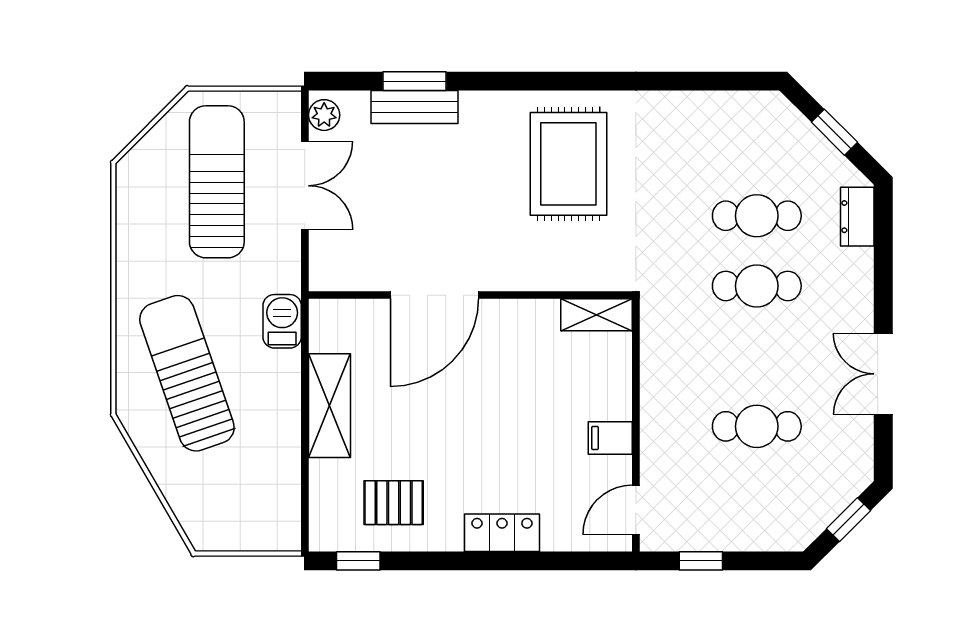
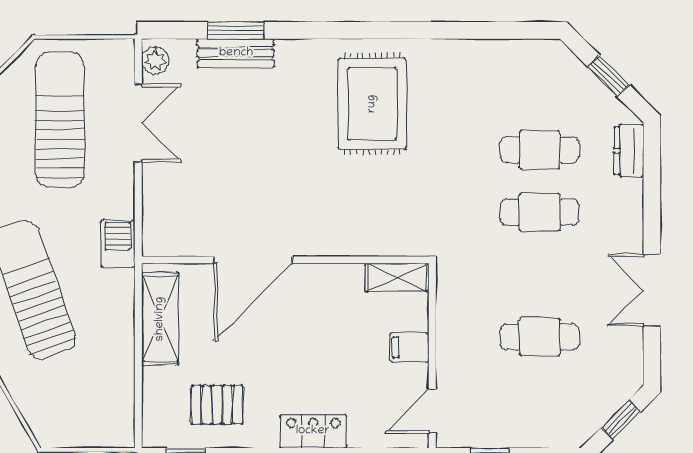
door: (434, 295) -> (253, 260), moved
wall: (470, 295) -> (285, 260), moved
shelving: (597, 315) -> (397, 277), moved

